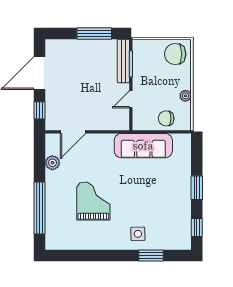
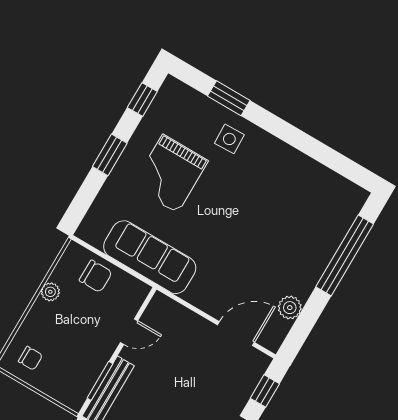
chair: (175, 54) -> (30, 358), width x0.54, depth x0.54
grand piano: (93, 201) -> (170, 174), moved

